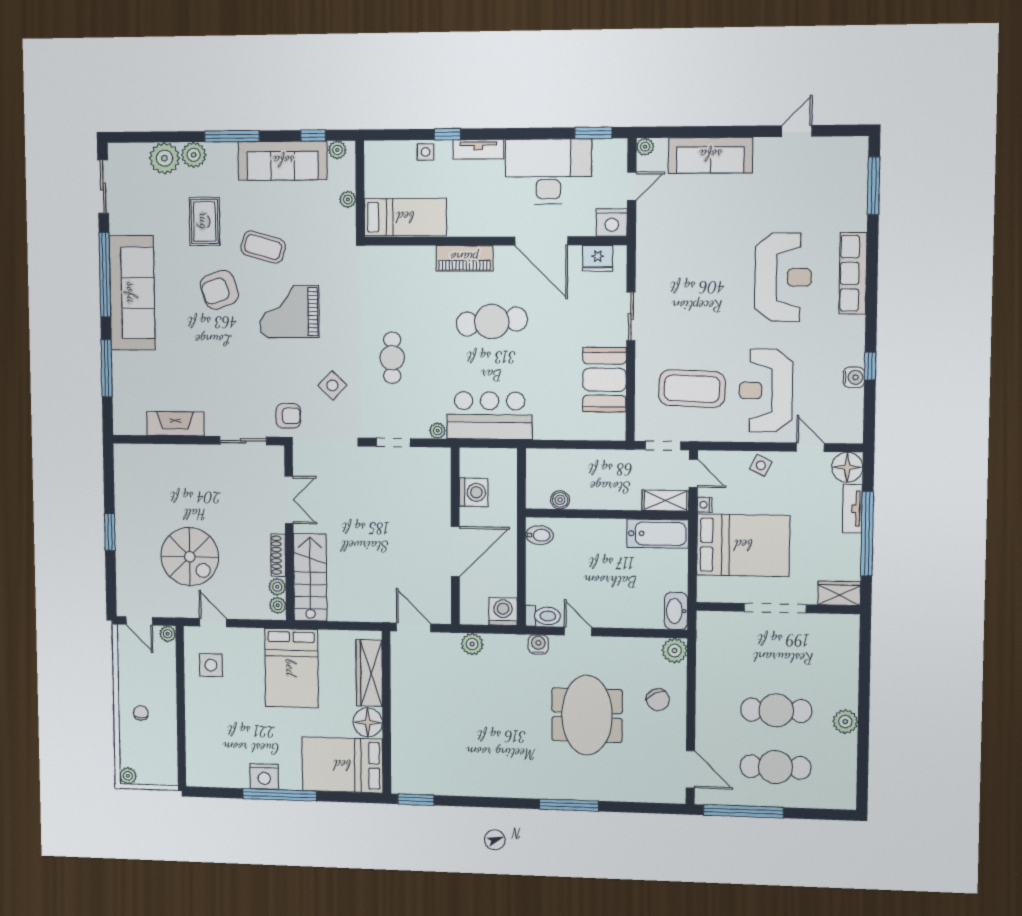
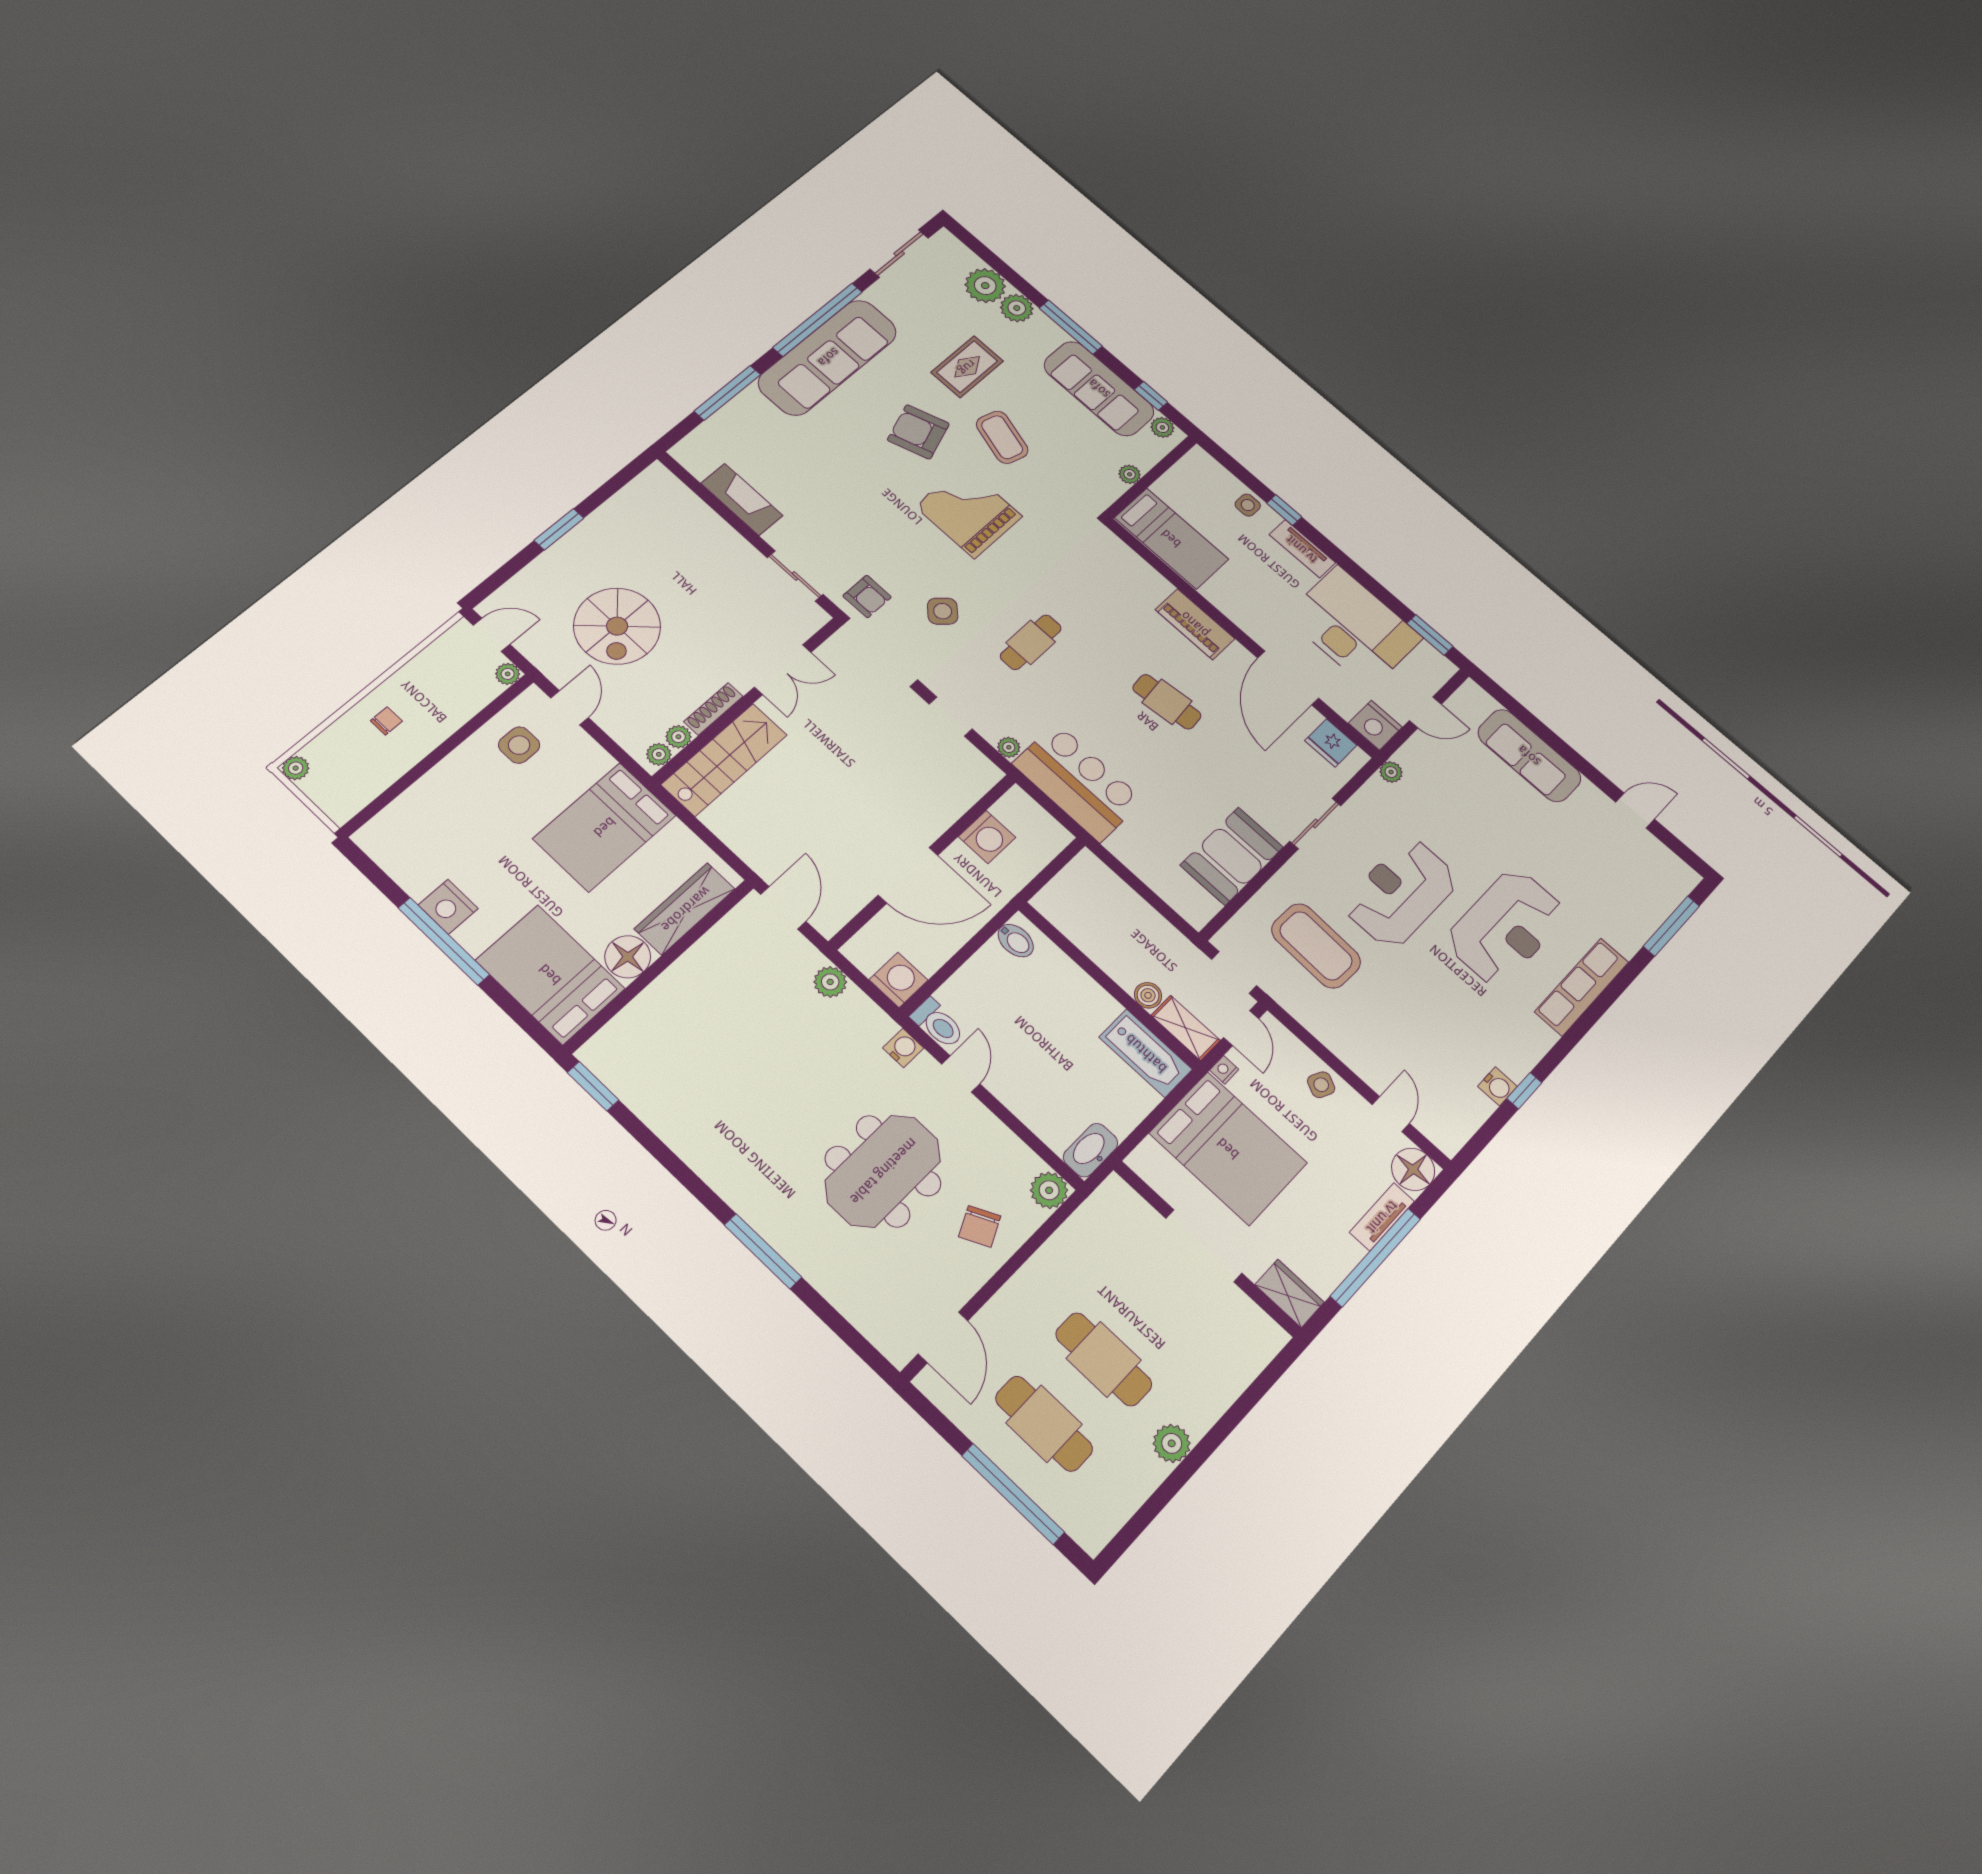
plant: (645, 147) -> (1391, 772), moved
cafe table: (492, 322) -> (1167, 702), width x0.73, depth x0.74
reception desk: (766, 391) -> (1401, 893), moved
boiler: (560, 500) -> (1148, 995), moved
door: (139, 621) -> (491, 635), swing flipped
window: (743, 811) -> (1013, 1494), moved

